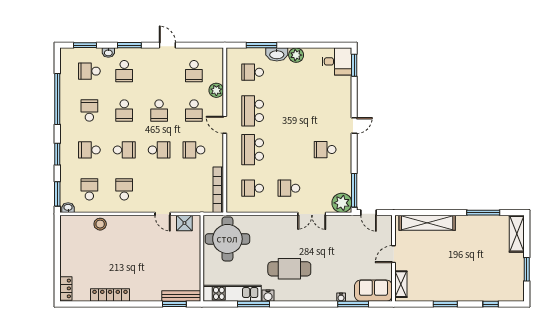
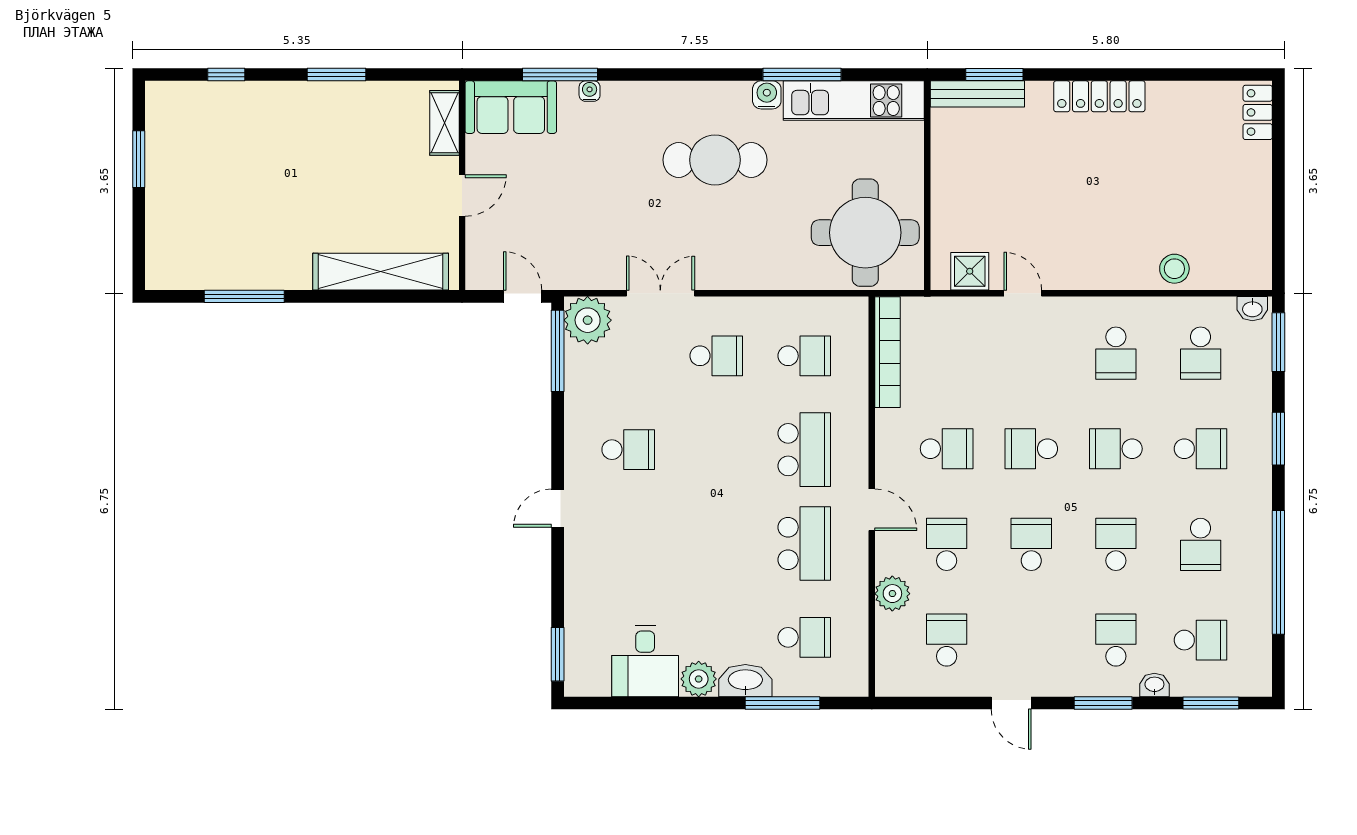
desk: (337, 61) -> (645, 661), moved, turned -90
shelving: (517, 234) -> (163, 245), removed
locker: (110, 295) -> (1099, 96), moved

